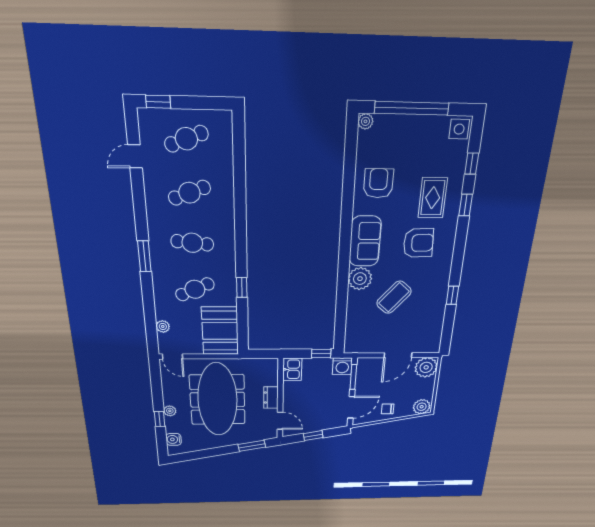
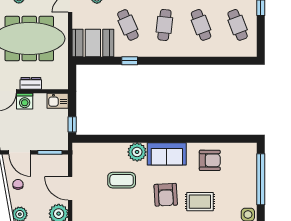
plant: (365, 121) -> (252, 148), removed
coffee table: (394, 297) -> (122, 180), turned -41
washing machine: (342, 366) -> (25, 101), moved, turned -90

